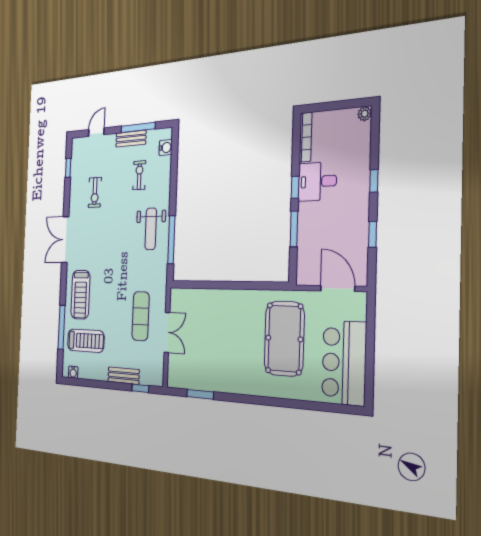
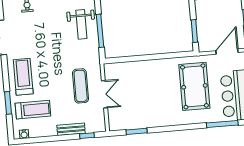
window: (294, 229) -> (194, 31), moved
door: (338, 289) -> (227, 52), hinge flipped
treadmill: (80, 295) -> (23, 77), turned 180
window: (61, 327) -> (8, 103), width x0.69
window: (318, 406) -> (222, 124), added

